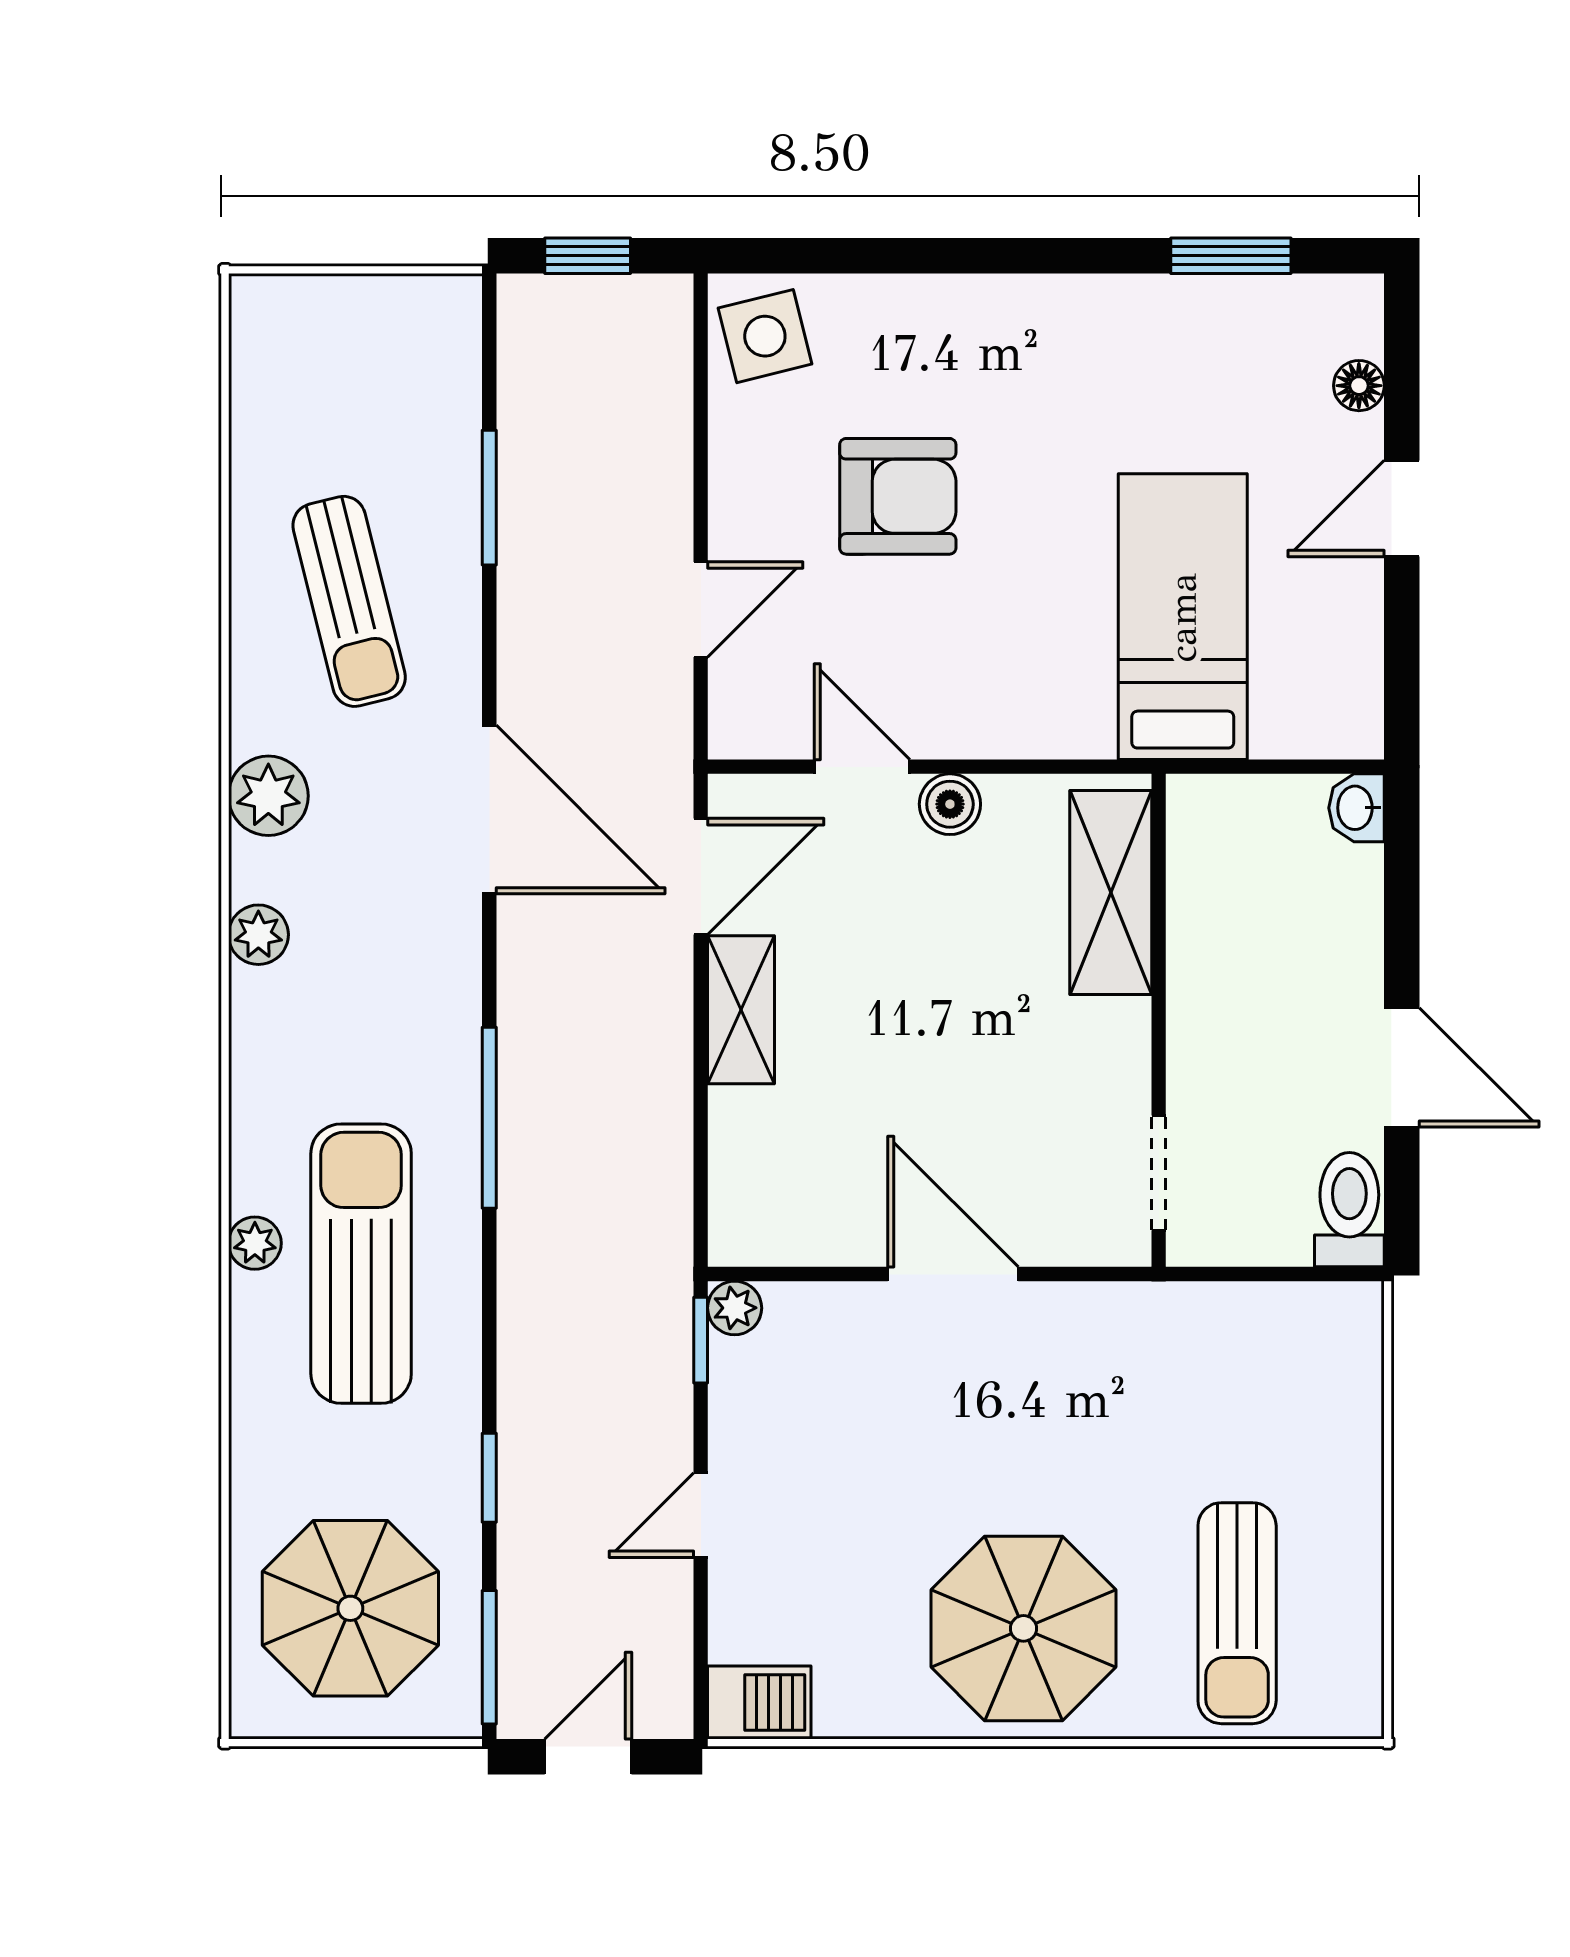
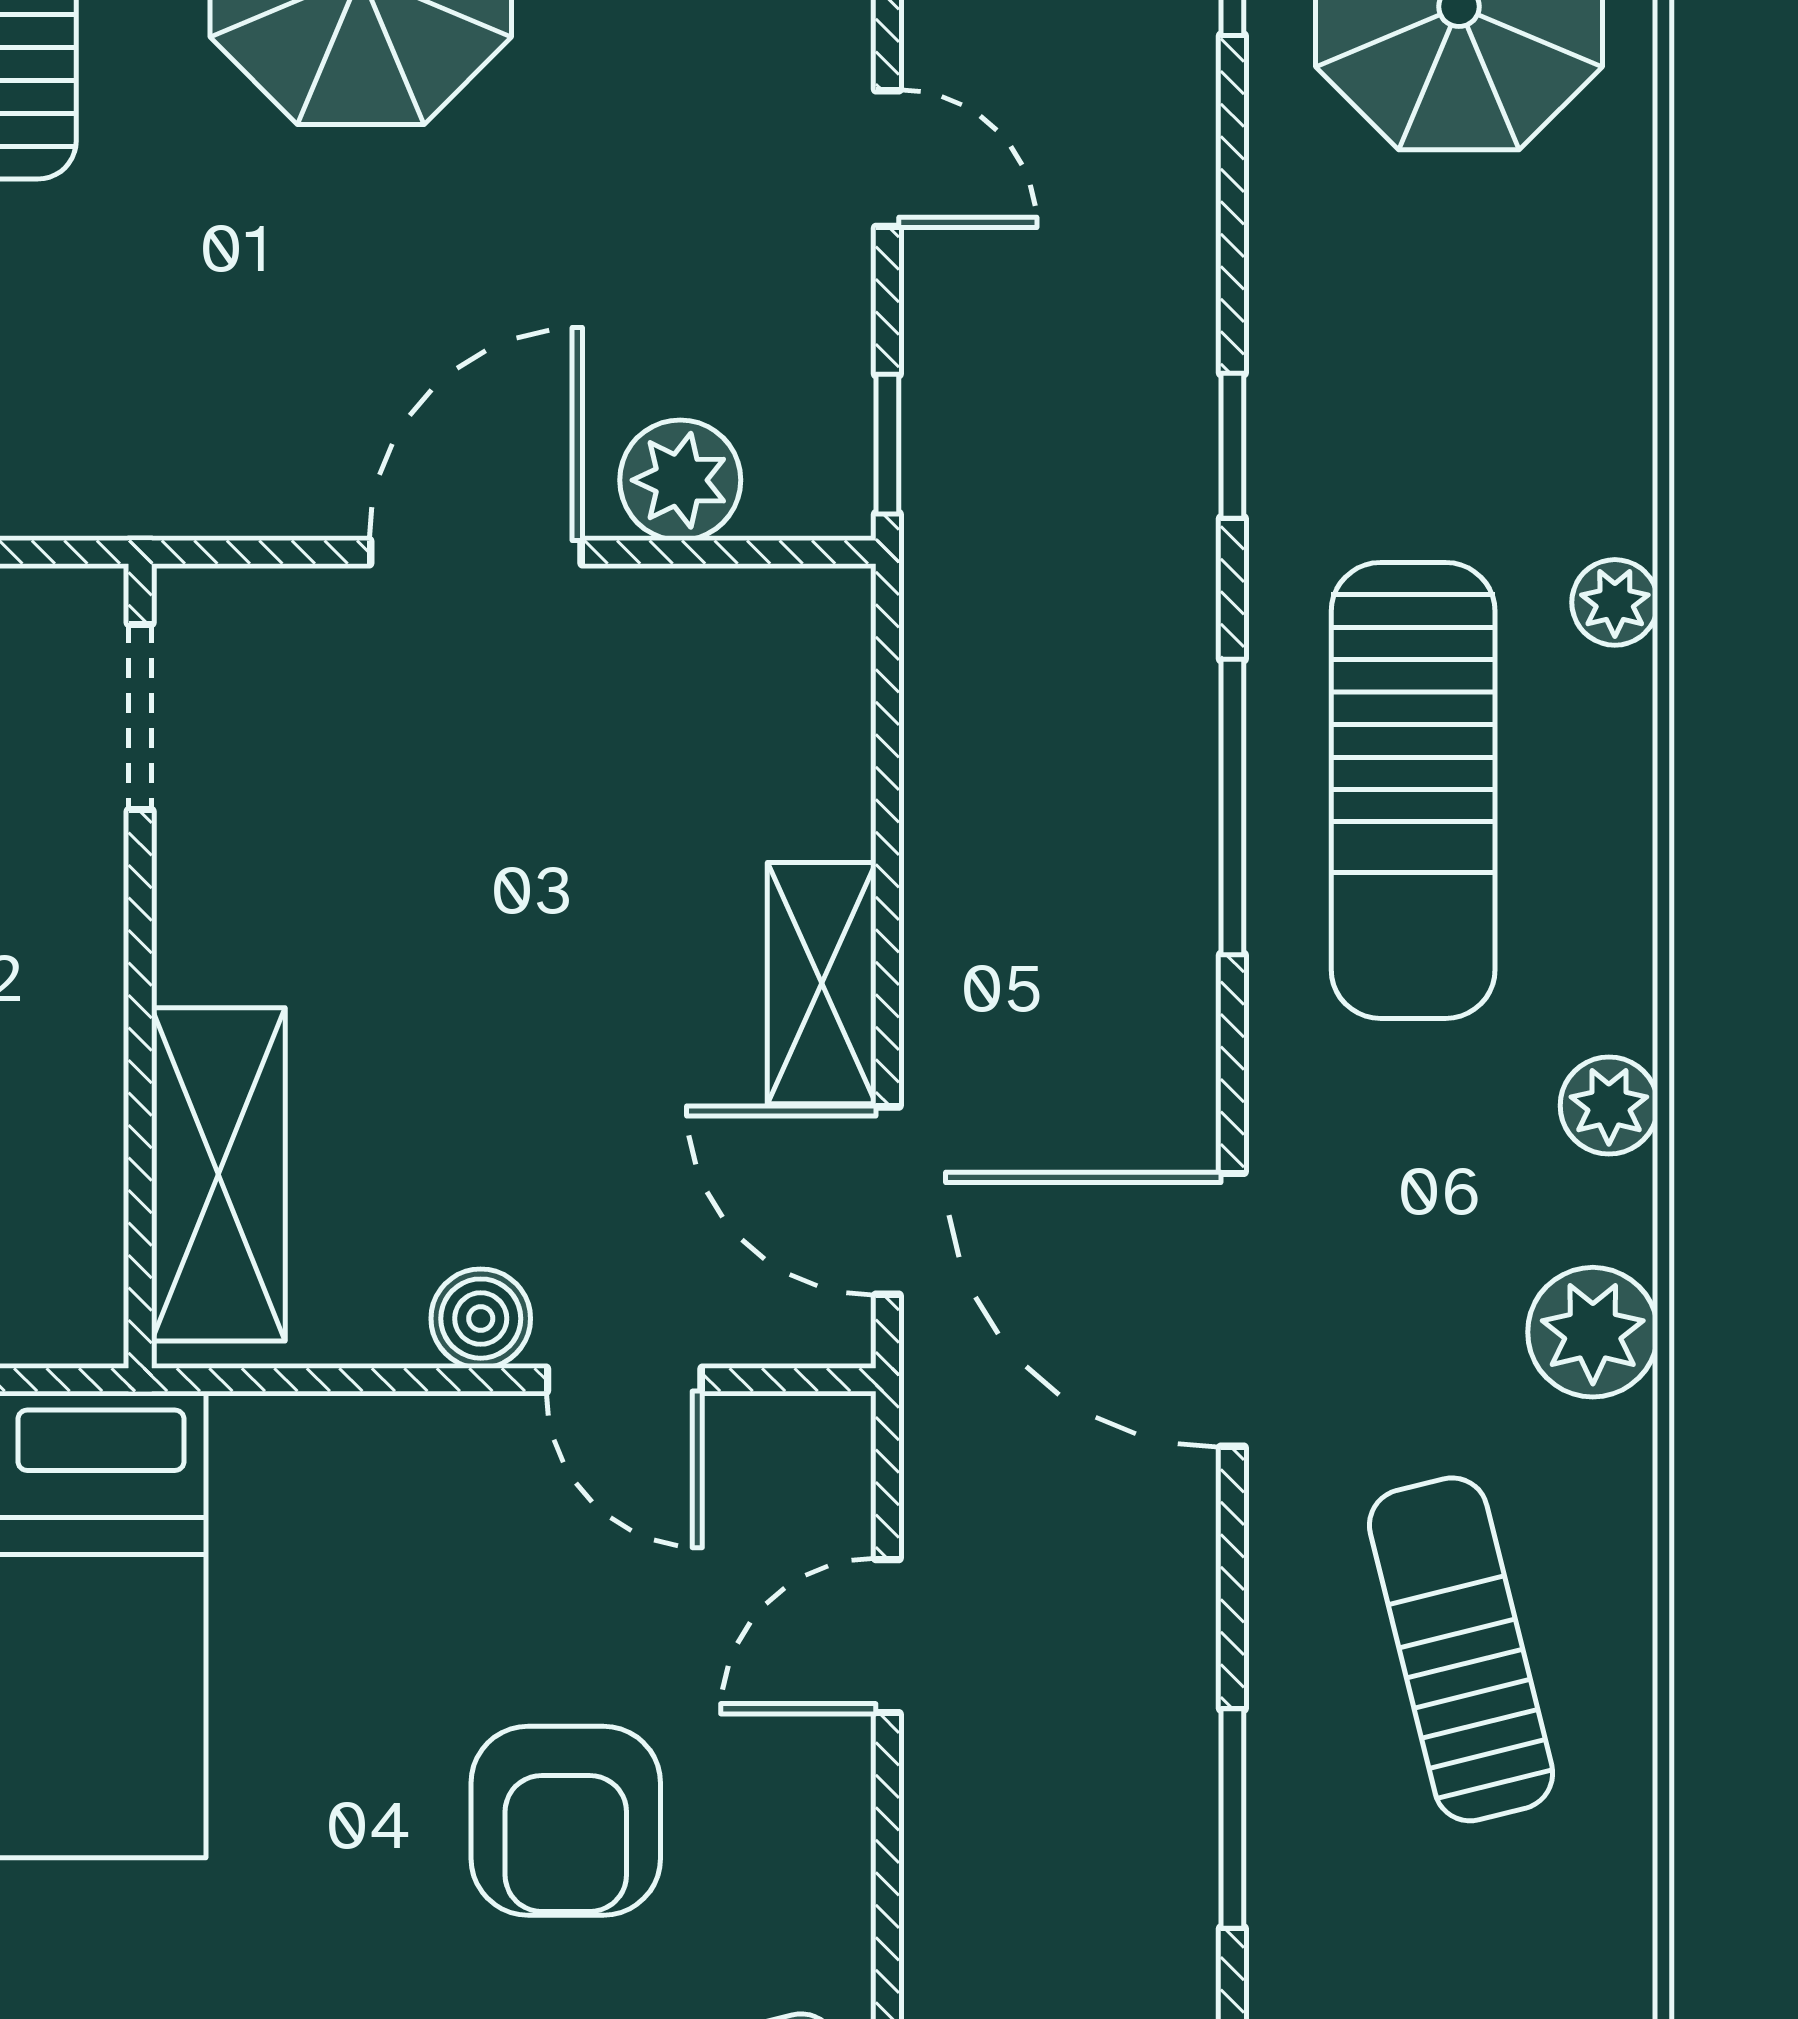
armchair: (898, 496) -> (566, 1821), turned -90
door: (701, 876) -> (887, 1201), hinge flipped
sun lounger: (361, 1264) -> (1413, 790), moved
door: (953, 1274) -> (476, 552), swing flipped
plant: (735, 1308) -> (680, 480), moved, width x1.38, depth x1.38
window: (489, 1478) -> (1232, 446), moved
door: (701, 1515) -> (887, 159), hinge flipped

